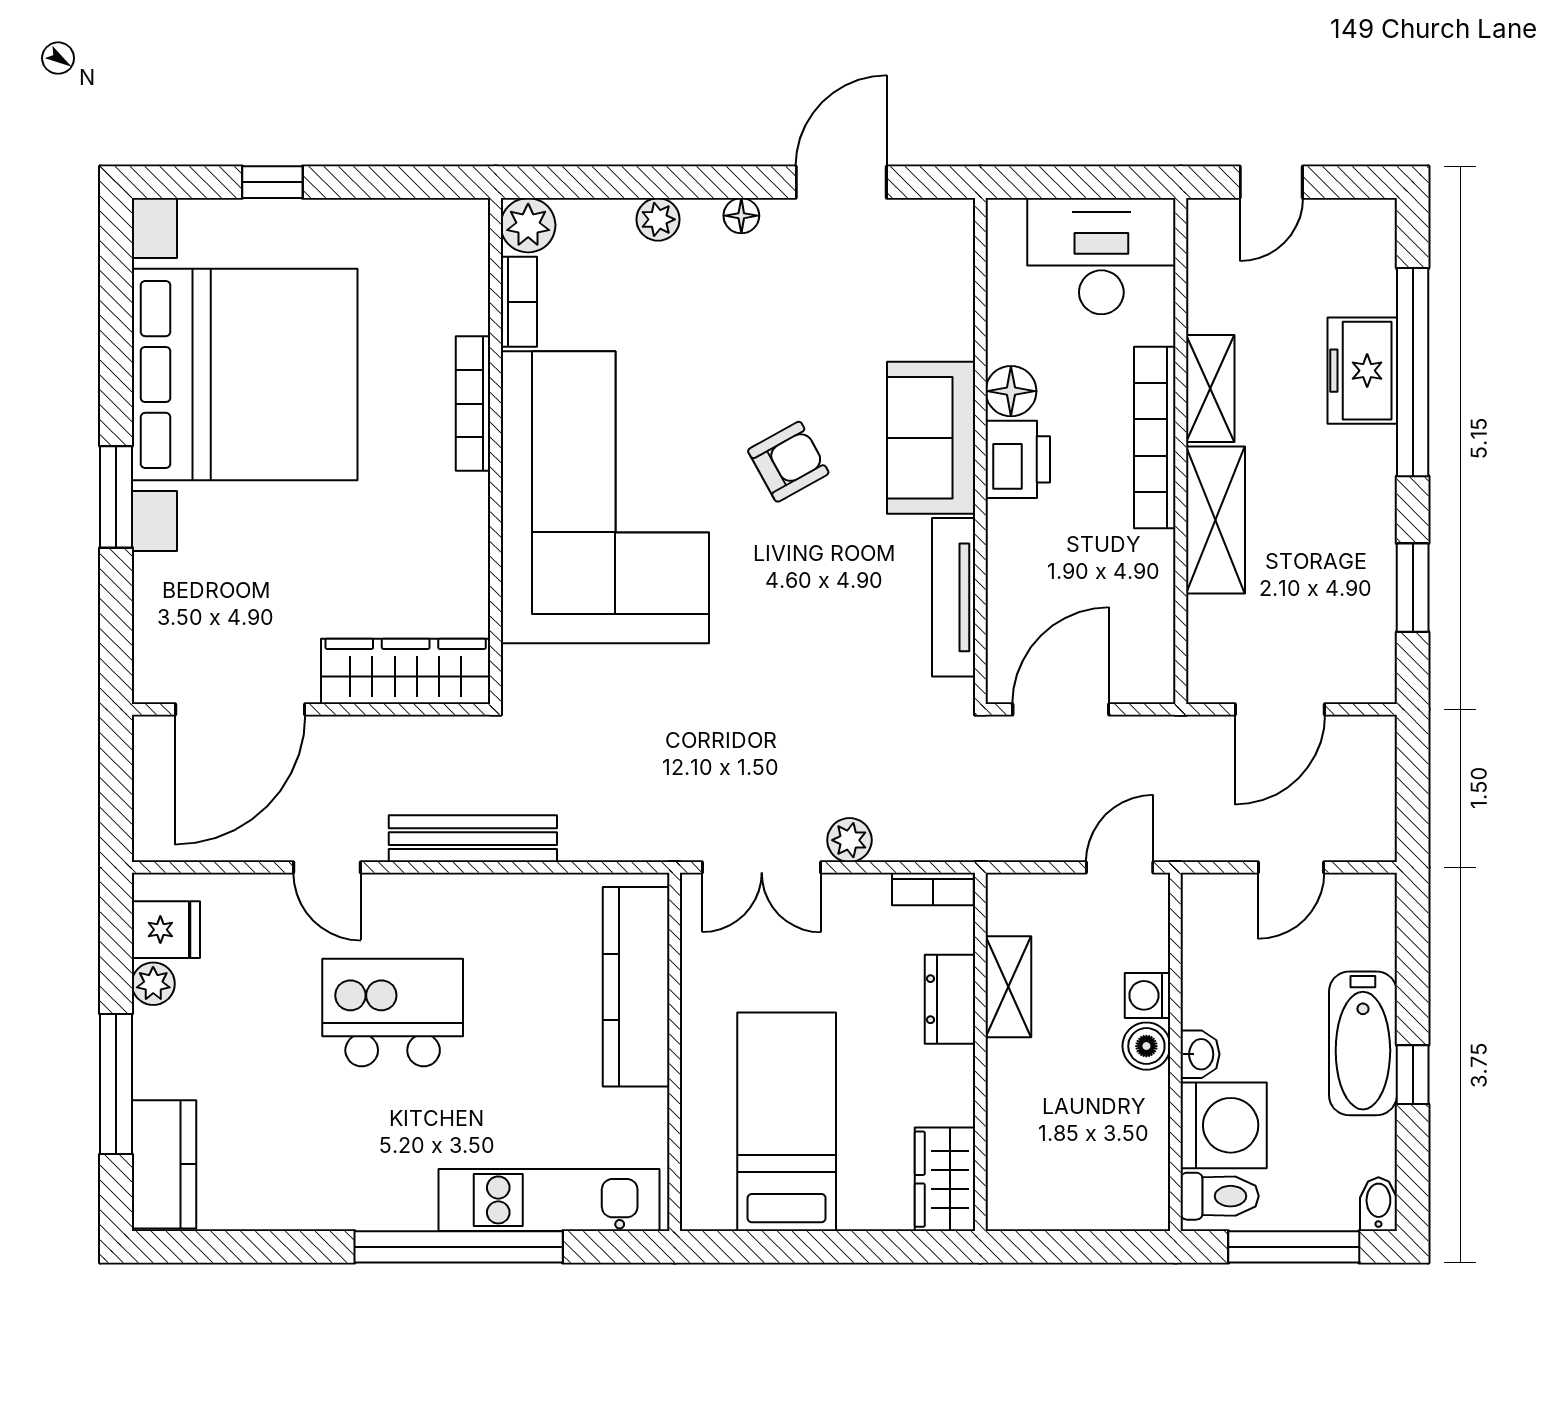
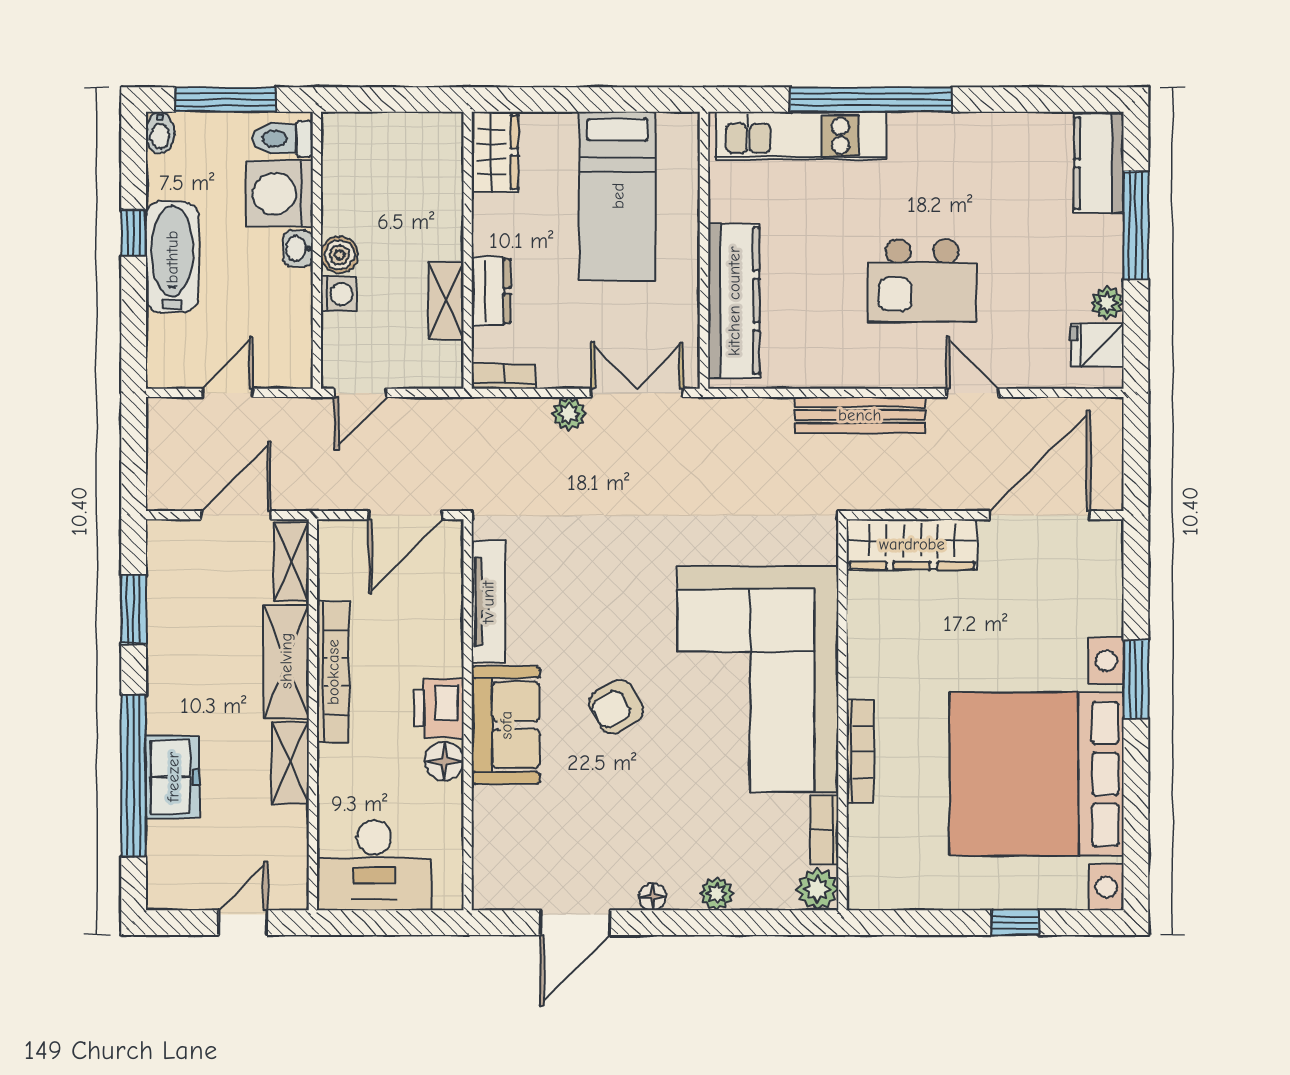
bookcase: (1155, 437) -> (333, 672), moved
shelving: (1209, 649) -> (291, 562), added

